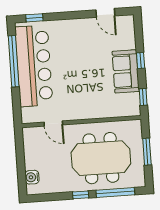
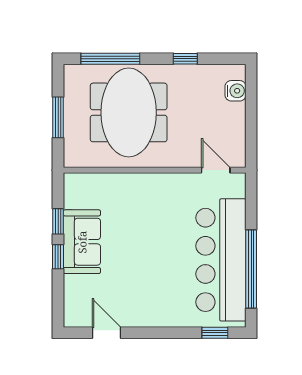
window: (143, 97) -> (58, 221), moved
door: (53, 123) -> (216, 170), moved
meeting table: (101, 158) -> (129, 112), turned 90
window: (81, 195) -> (185, 59), moved

